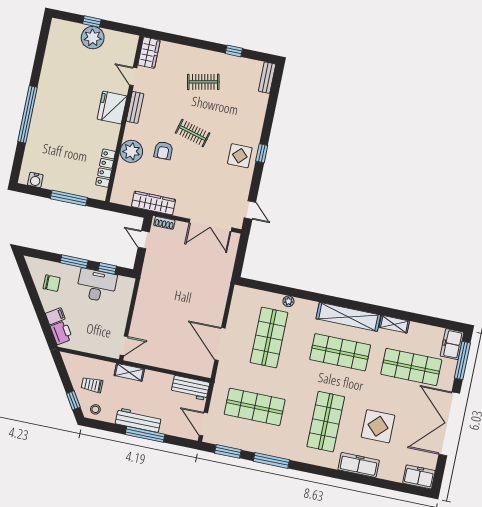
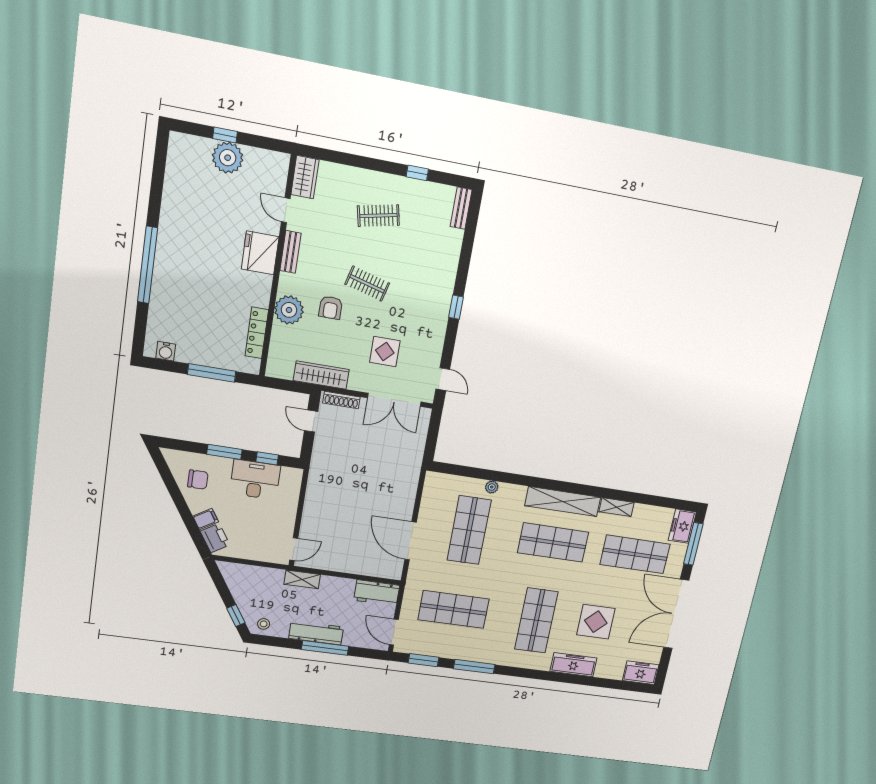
display table: (240, 156) -> (385, 352), moved
shoe rack: (164, 223) -> (341, 400), width x1.43
trolley: (92, 385) -> (257, 596), removed

